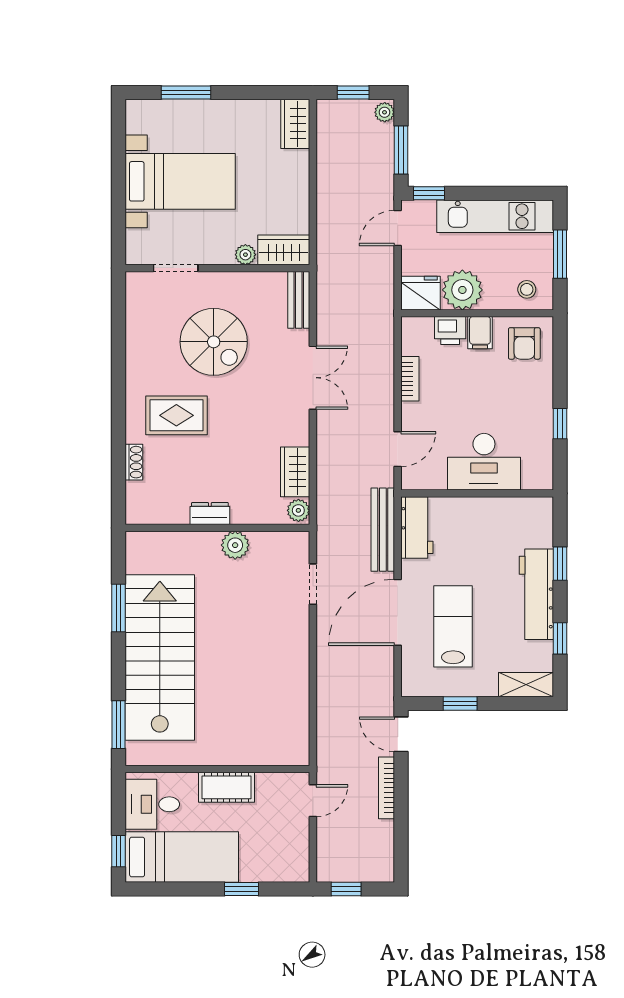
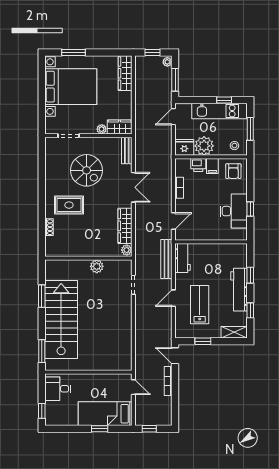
wardrobe: (295, 124) -> (125, 73), width x1.50
bed with nightstands: (180, 181) -> (71, 87), width x1.36
window: (429, 193) -> (224, 100), moved
desk: (484, 462) -> (234, 211), moved, turned -90
wardrobe: (295, 472) -> (125, 226), width x1.50
dresser: (210, 514) -> (85, 251), removed
door: (398, 612) -> (173, 298), width x0.53
cot: (226, 787) -> (93, 381), removed
door: (313, 801) -> (133, 387), hinge flipped
bed: (182, 857) -> (105, 414), moved, turned 180

